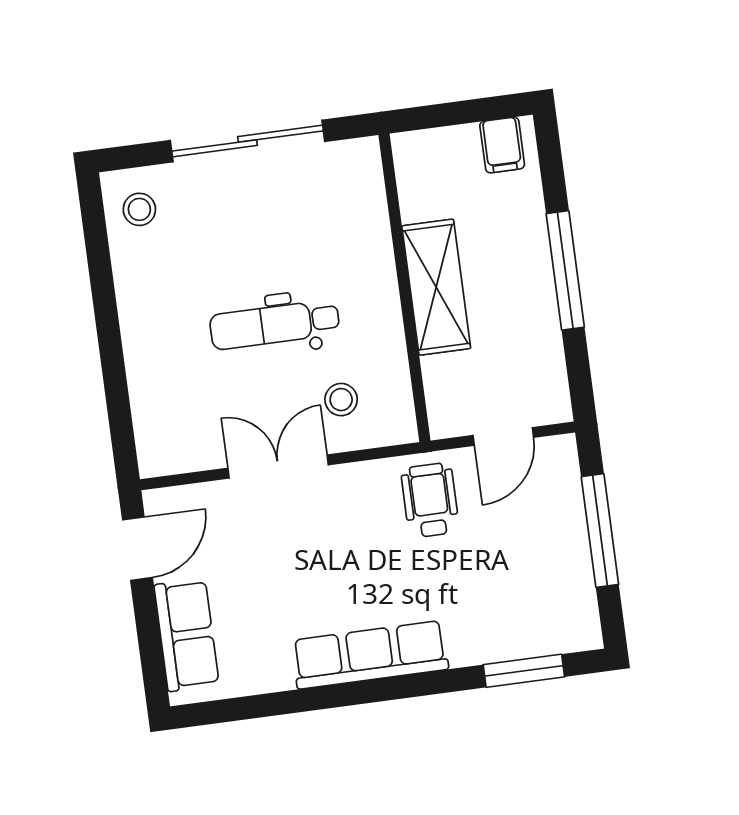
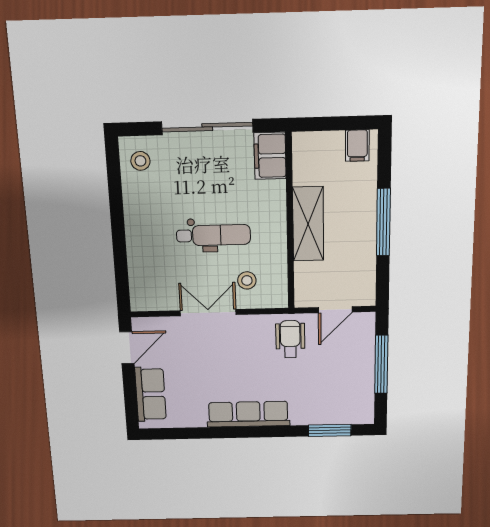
filing cabinet: (358, 178) -> (270, 156), added
dental chair: (275, 325) -> (213, 235), turned 180

